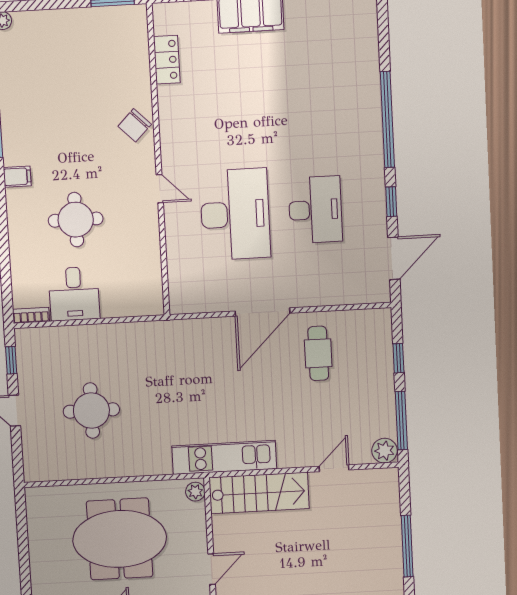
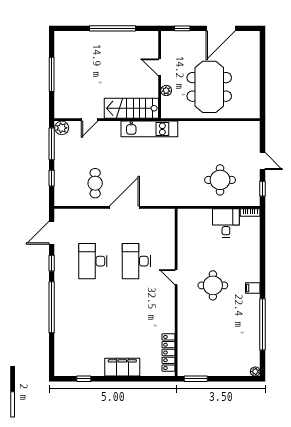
locker: (167, 60) -> (168, 353), width x1.53
chair: (135, 125) -> (188, 312), removed
desk: (235, 214) -> (136, 261), width x0.73, depth x0.77
round table: (76, 220) -> (213, 285), moved
round table: (91, 411) -> (220, 180), moved
plant: (195, 492) -> (166, 90), moved
meeting table: (120, 539) -> (209, 87), turned 90
door: (212, 569) -> (160, 67), hinge flipped

